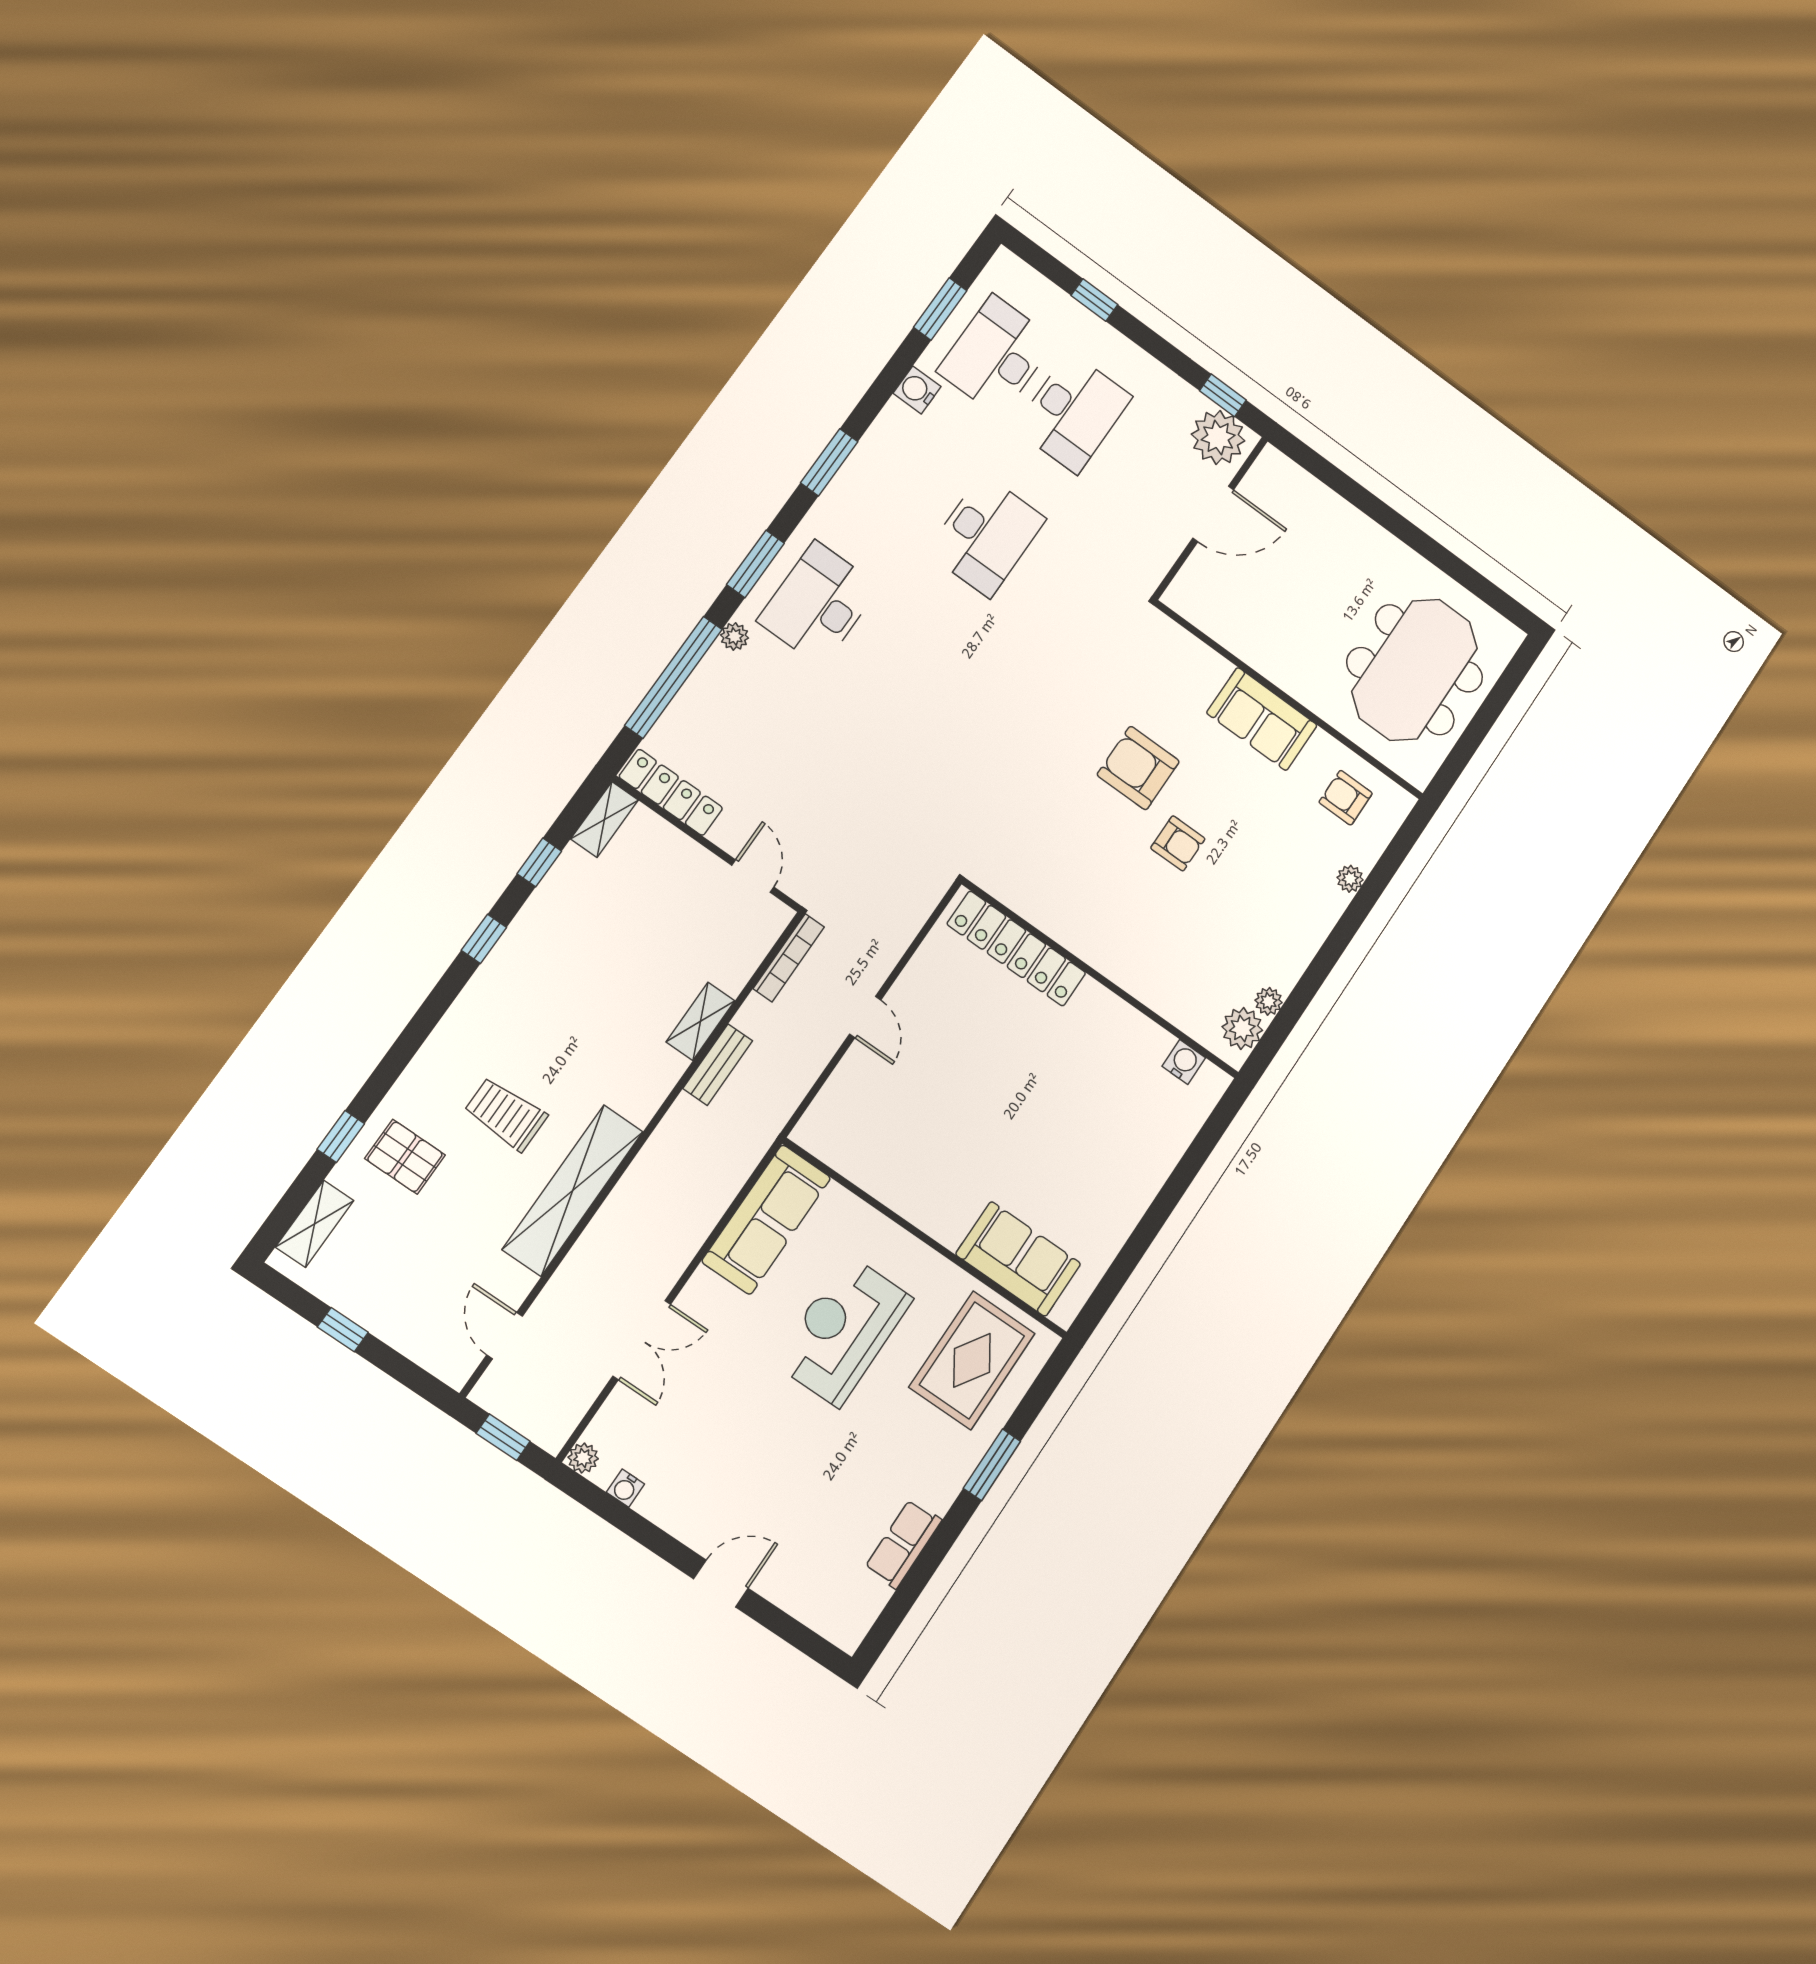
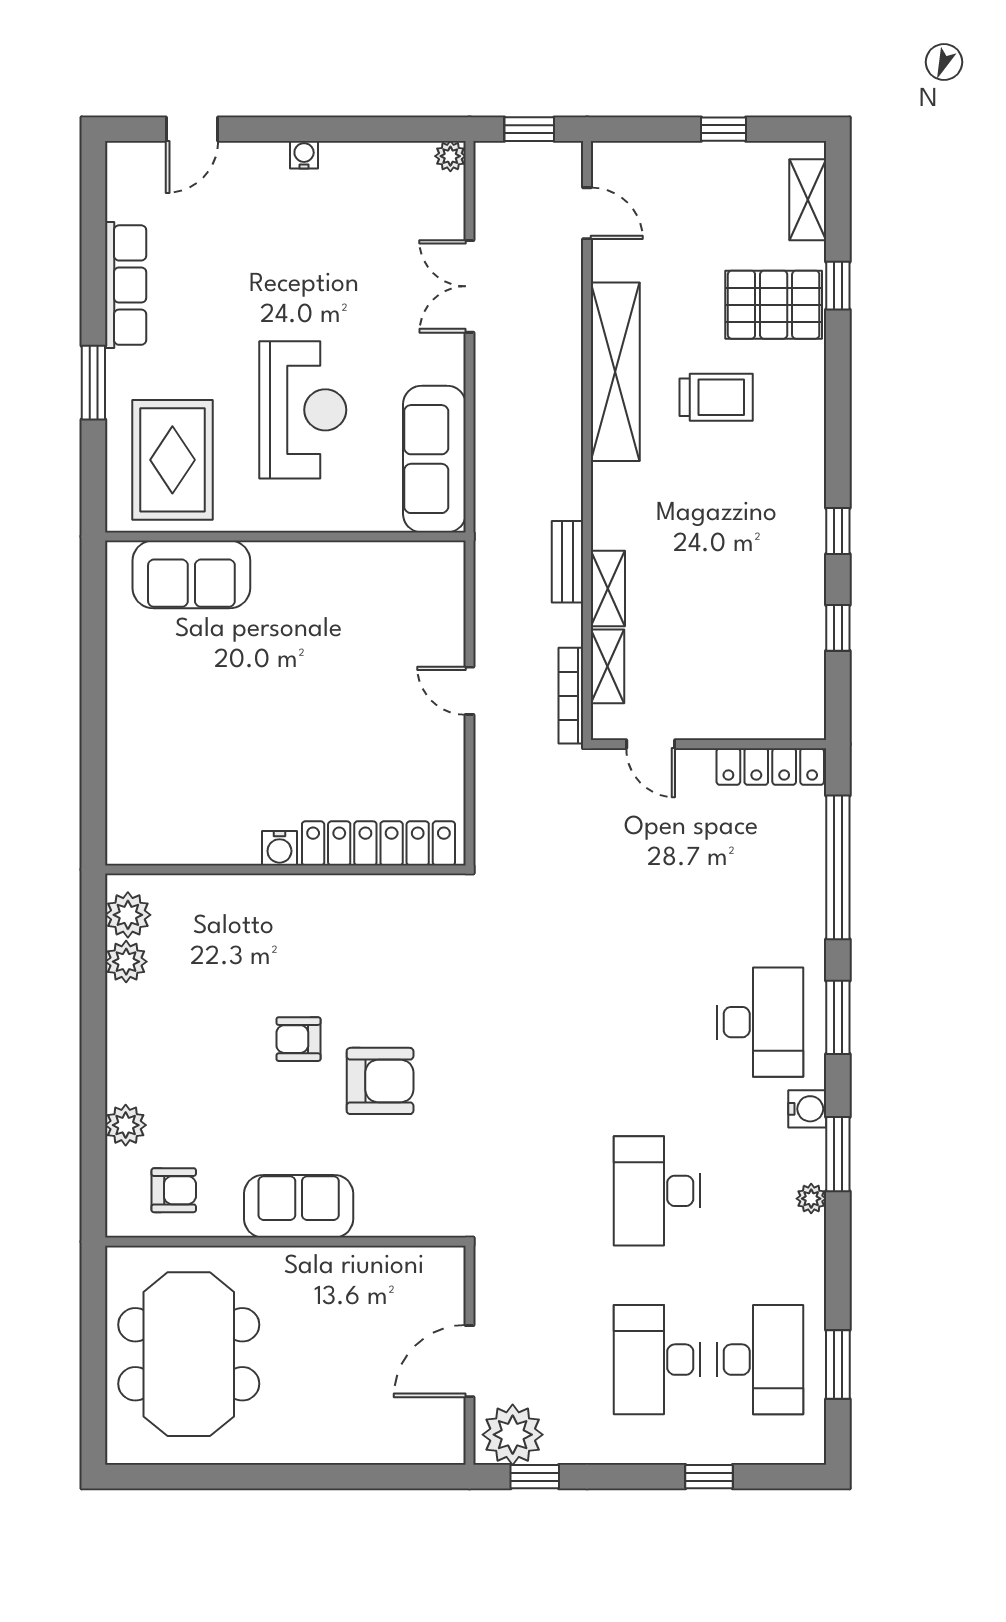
water cooler: (917, 390) -> (807, 1109), moved
plant: (734, 636) -> (811, 1199), moved
shelving: (605, 819) -> (608, 666), moved
plant: (1350, 879) -> (126, 1125), width x1.38, depth x1.38
plant: (1269, 1001) -> (126, 962), width x1.38, depth x1.38
water cooler: (1184, 1062) -> (279, 848), moved
pallet: (405, 1157) -> (774, 305), width x1.50, depth x1.42
water cooler: (625, 1488) -> (304, 155), moved
row of seats: (903, 1544) -> (126, 285), width x1.48
door: (721, 1583) -> (192, 129), moved

